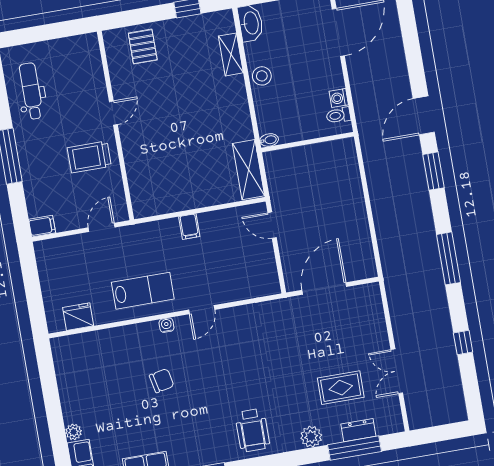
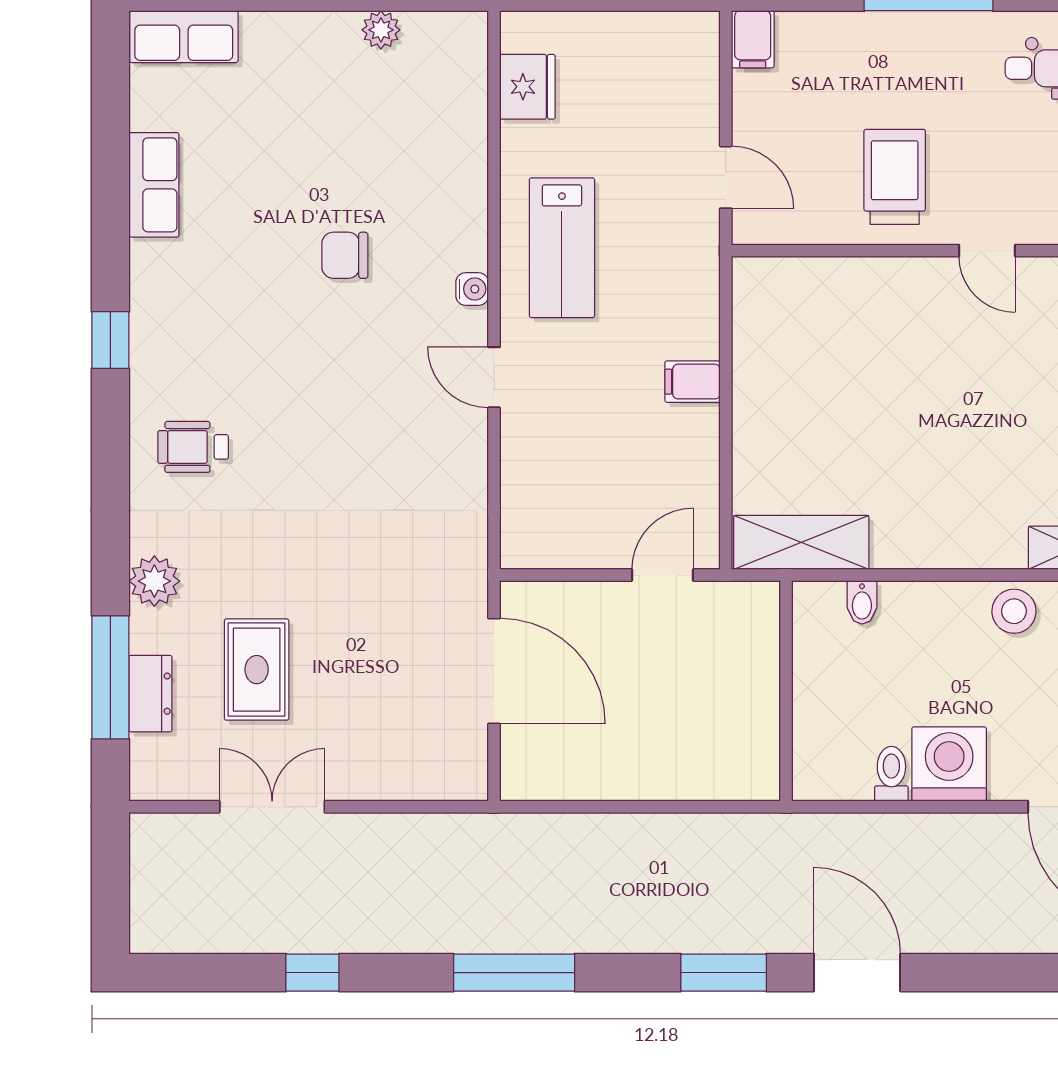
washing machine: (339, 98) -> (949, 764), width x1.89, depth x1.89
wall: (307, 142) -> (786, 691), moved
chair: (162, 381) -> (345, 255), turned 102
wheelchair: (252, 430) -> (193, 447), width x0.73, depth x0.73
plant: (74, 432) -> (381, 30), moved

